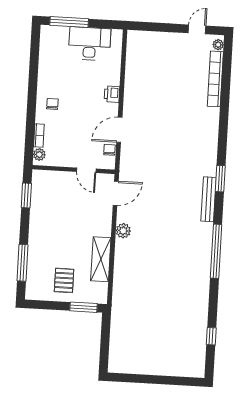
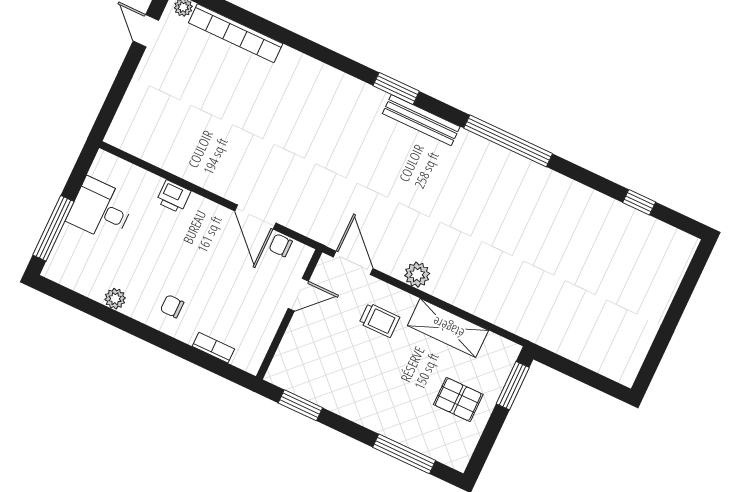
desk: (90, 44) -> (101, 210), width x0.73
printer: (112, 94) -> (173, 196), moved
plant: (39, 155) -> (115, 299), moved
trolley: (90, 220) -> (379, 320), added

